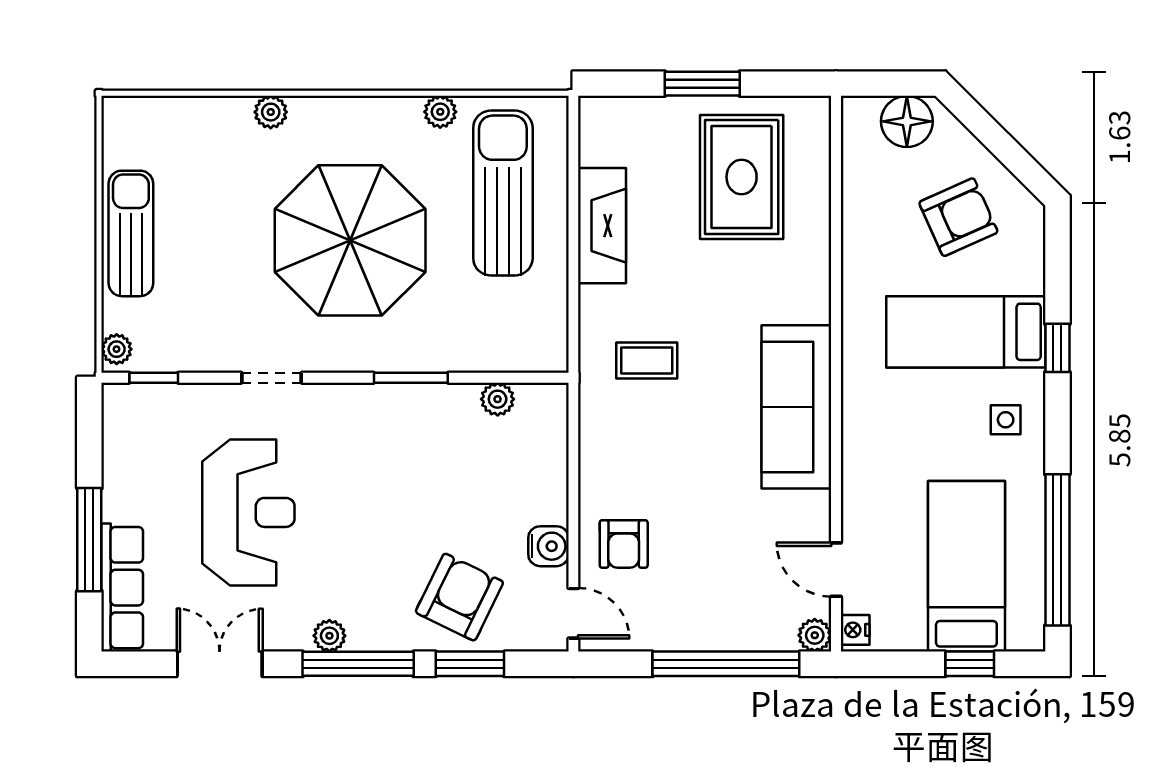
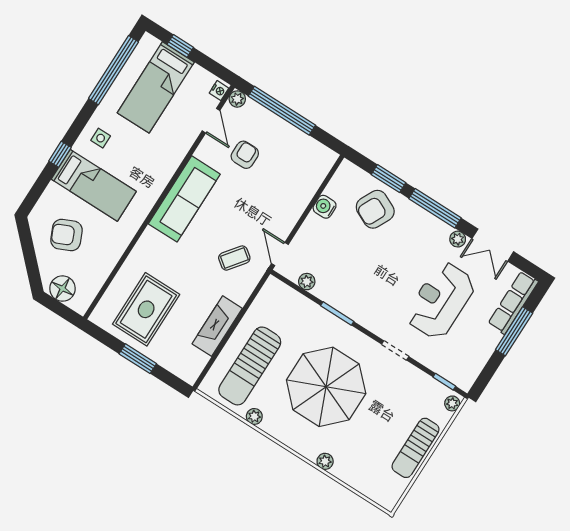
coffee table: (647, 361) -> (234, 258), turned -53
armchair: (624, 544) -> (245, 155), moved
door: (573, 613) -> (280, 254), moved
plant: (329, 636) -> (458, 239), moved

